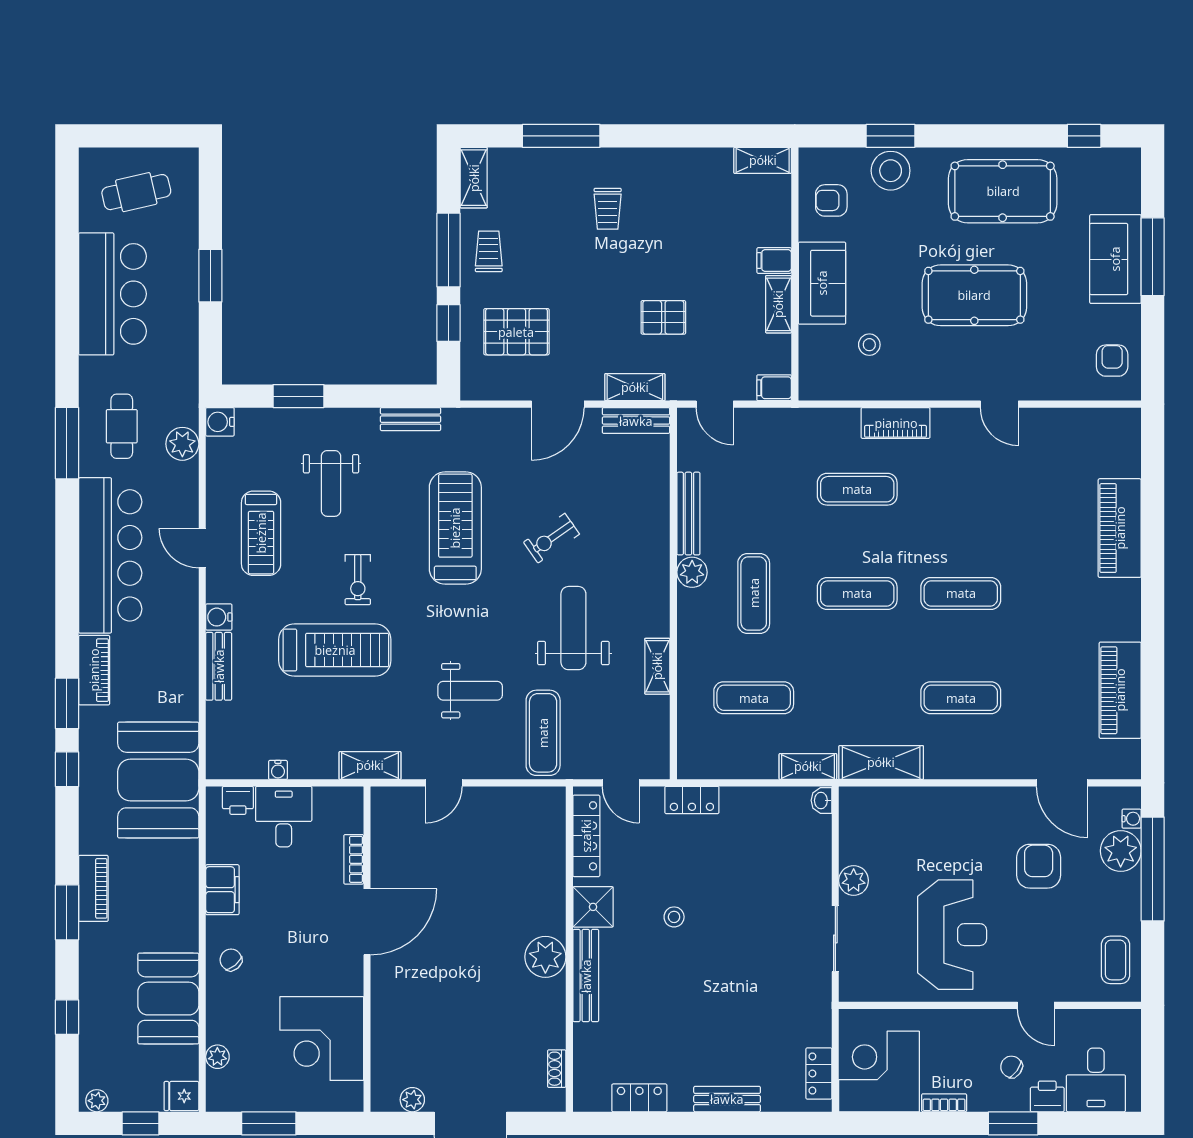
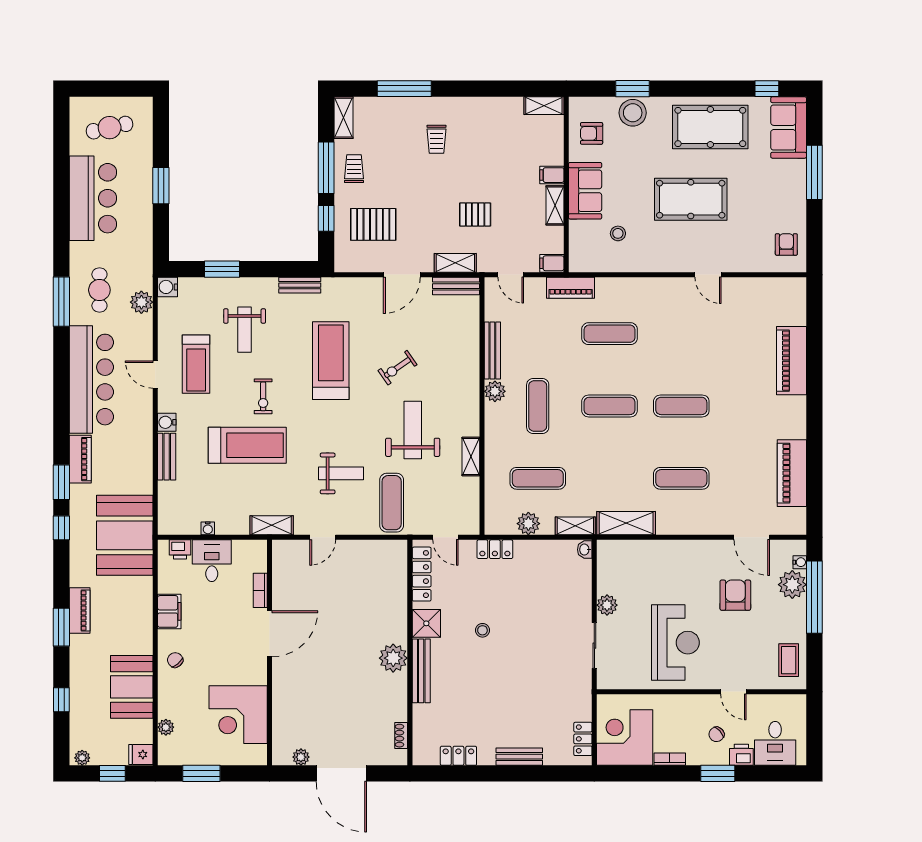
sofa: (1115, 259) -> (789, 127), moved
piano: (896, 423) -> (571, 288), moved
plant: (740, 763) -> (528, 524), added
chair: (1011, 1067) -> (717, 734), turned -77

